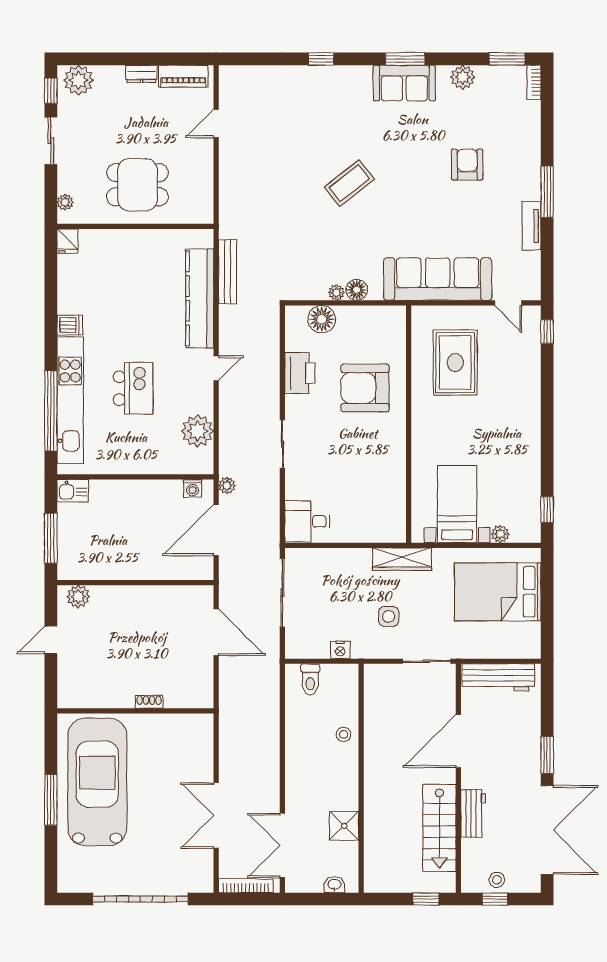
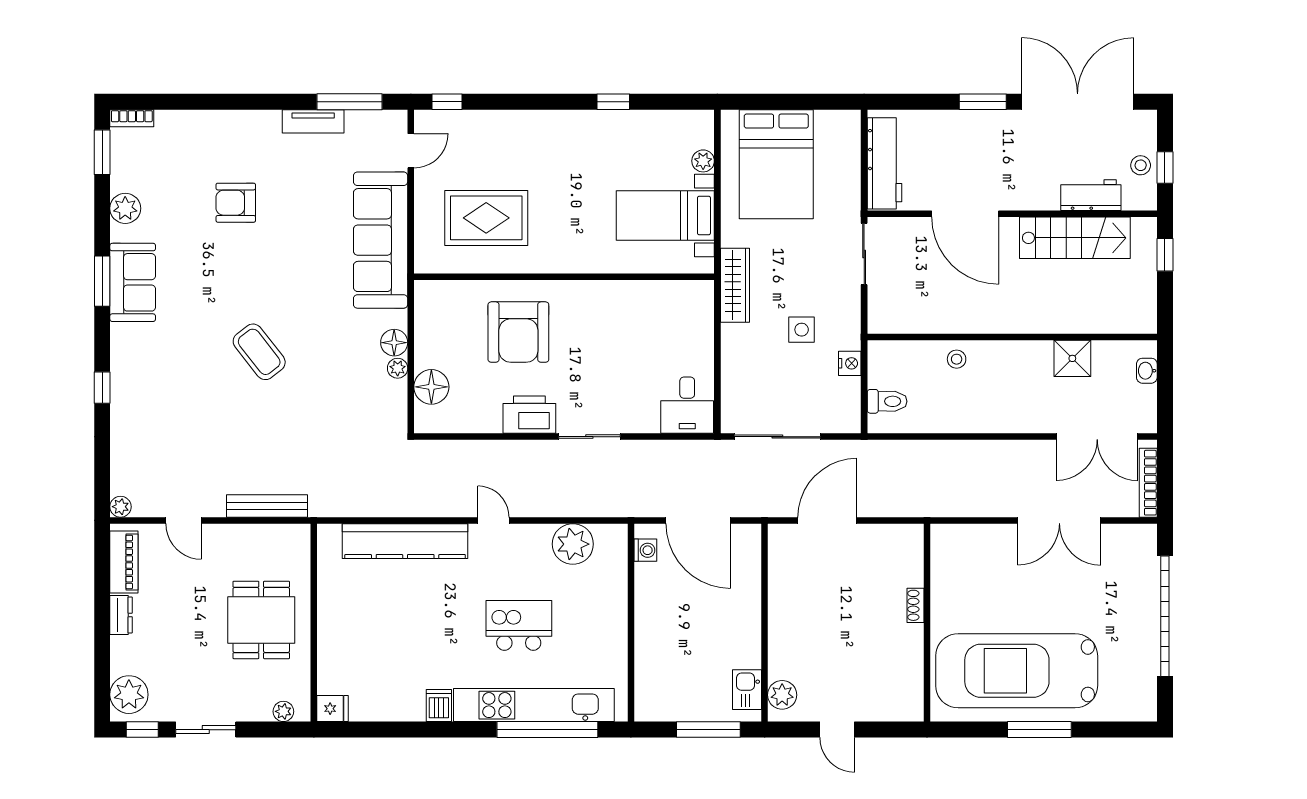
window: (547, 192) -> (349, 102), moved
bench: (228, 272) -> (267, 506), moved
printer: (300, 373) -> (529, 415), moved
plant: (227, 486) -> (121, 507), moved
kitchen sink: (73, 491) -> (747, 690), moved, turned 180
window: (547, 510) -> (613, 102), moved
side table: (389, 616) -> (802, 330), moved
workbench: (473, 814) -> (1091, 195), moved

